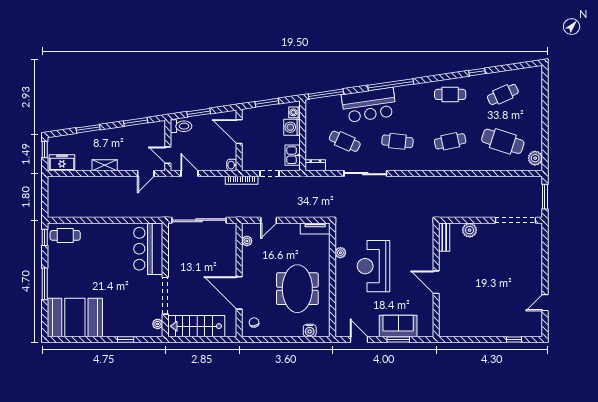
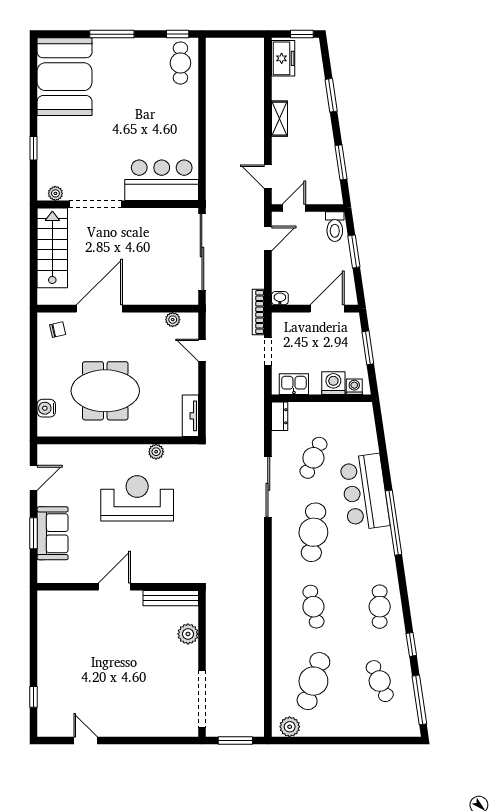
window: (326, 94) -> (419, 700), moved
cafe table: (397, 141) -> (313, 532), width x1.37, depth x1.35
bench: (444, 237) -> (171, 598), width x1.36

